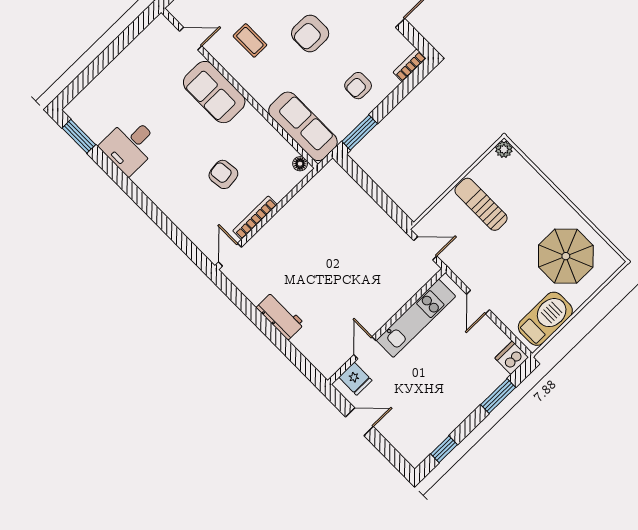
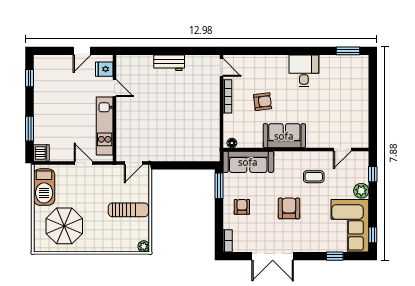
sofa: (214, 92) -> (284, 136), moved
desk: (130, 145) -> (304, 71), moved

